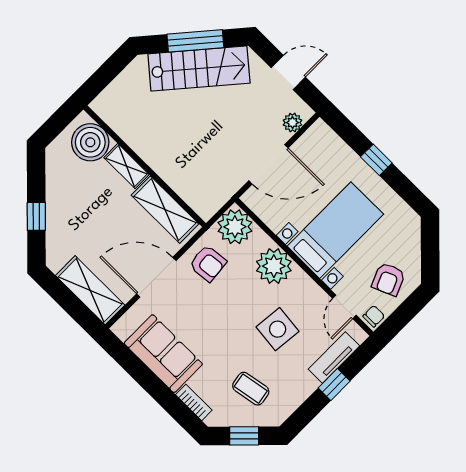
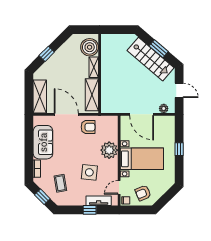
window: (195, 41) -> (159, 49), width x0.69
plant: (235, 227) -> (109, 124), removed
armchair: (208, 263) -> (88, 127), turned -84

